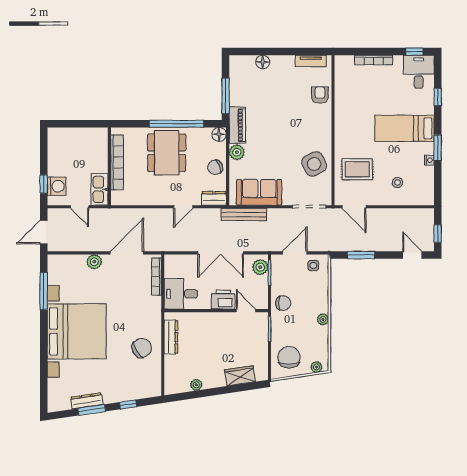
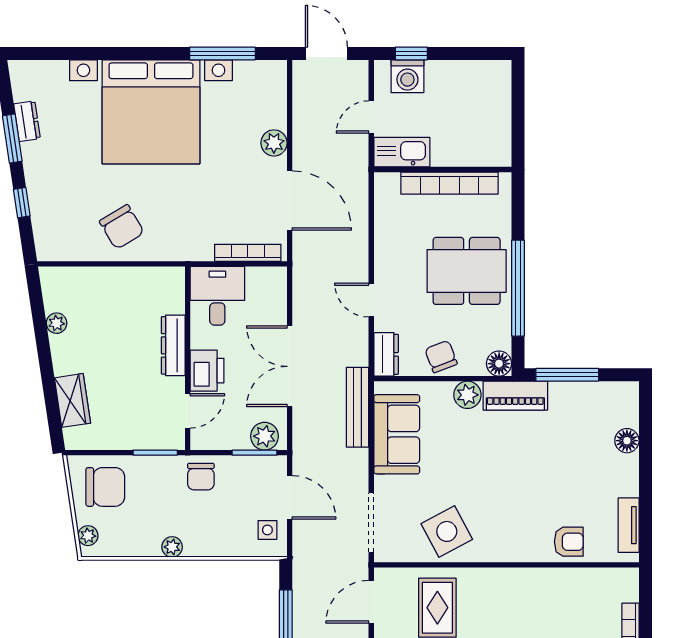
dresser: (171, 337) -> (173, 345), moved, turned 90
dresser: (87, 401) -> (27, 121), width x0.70

